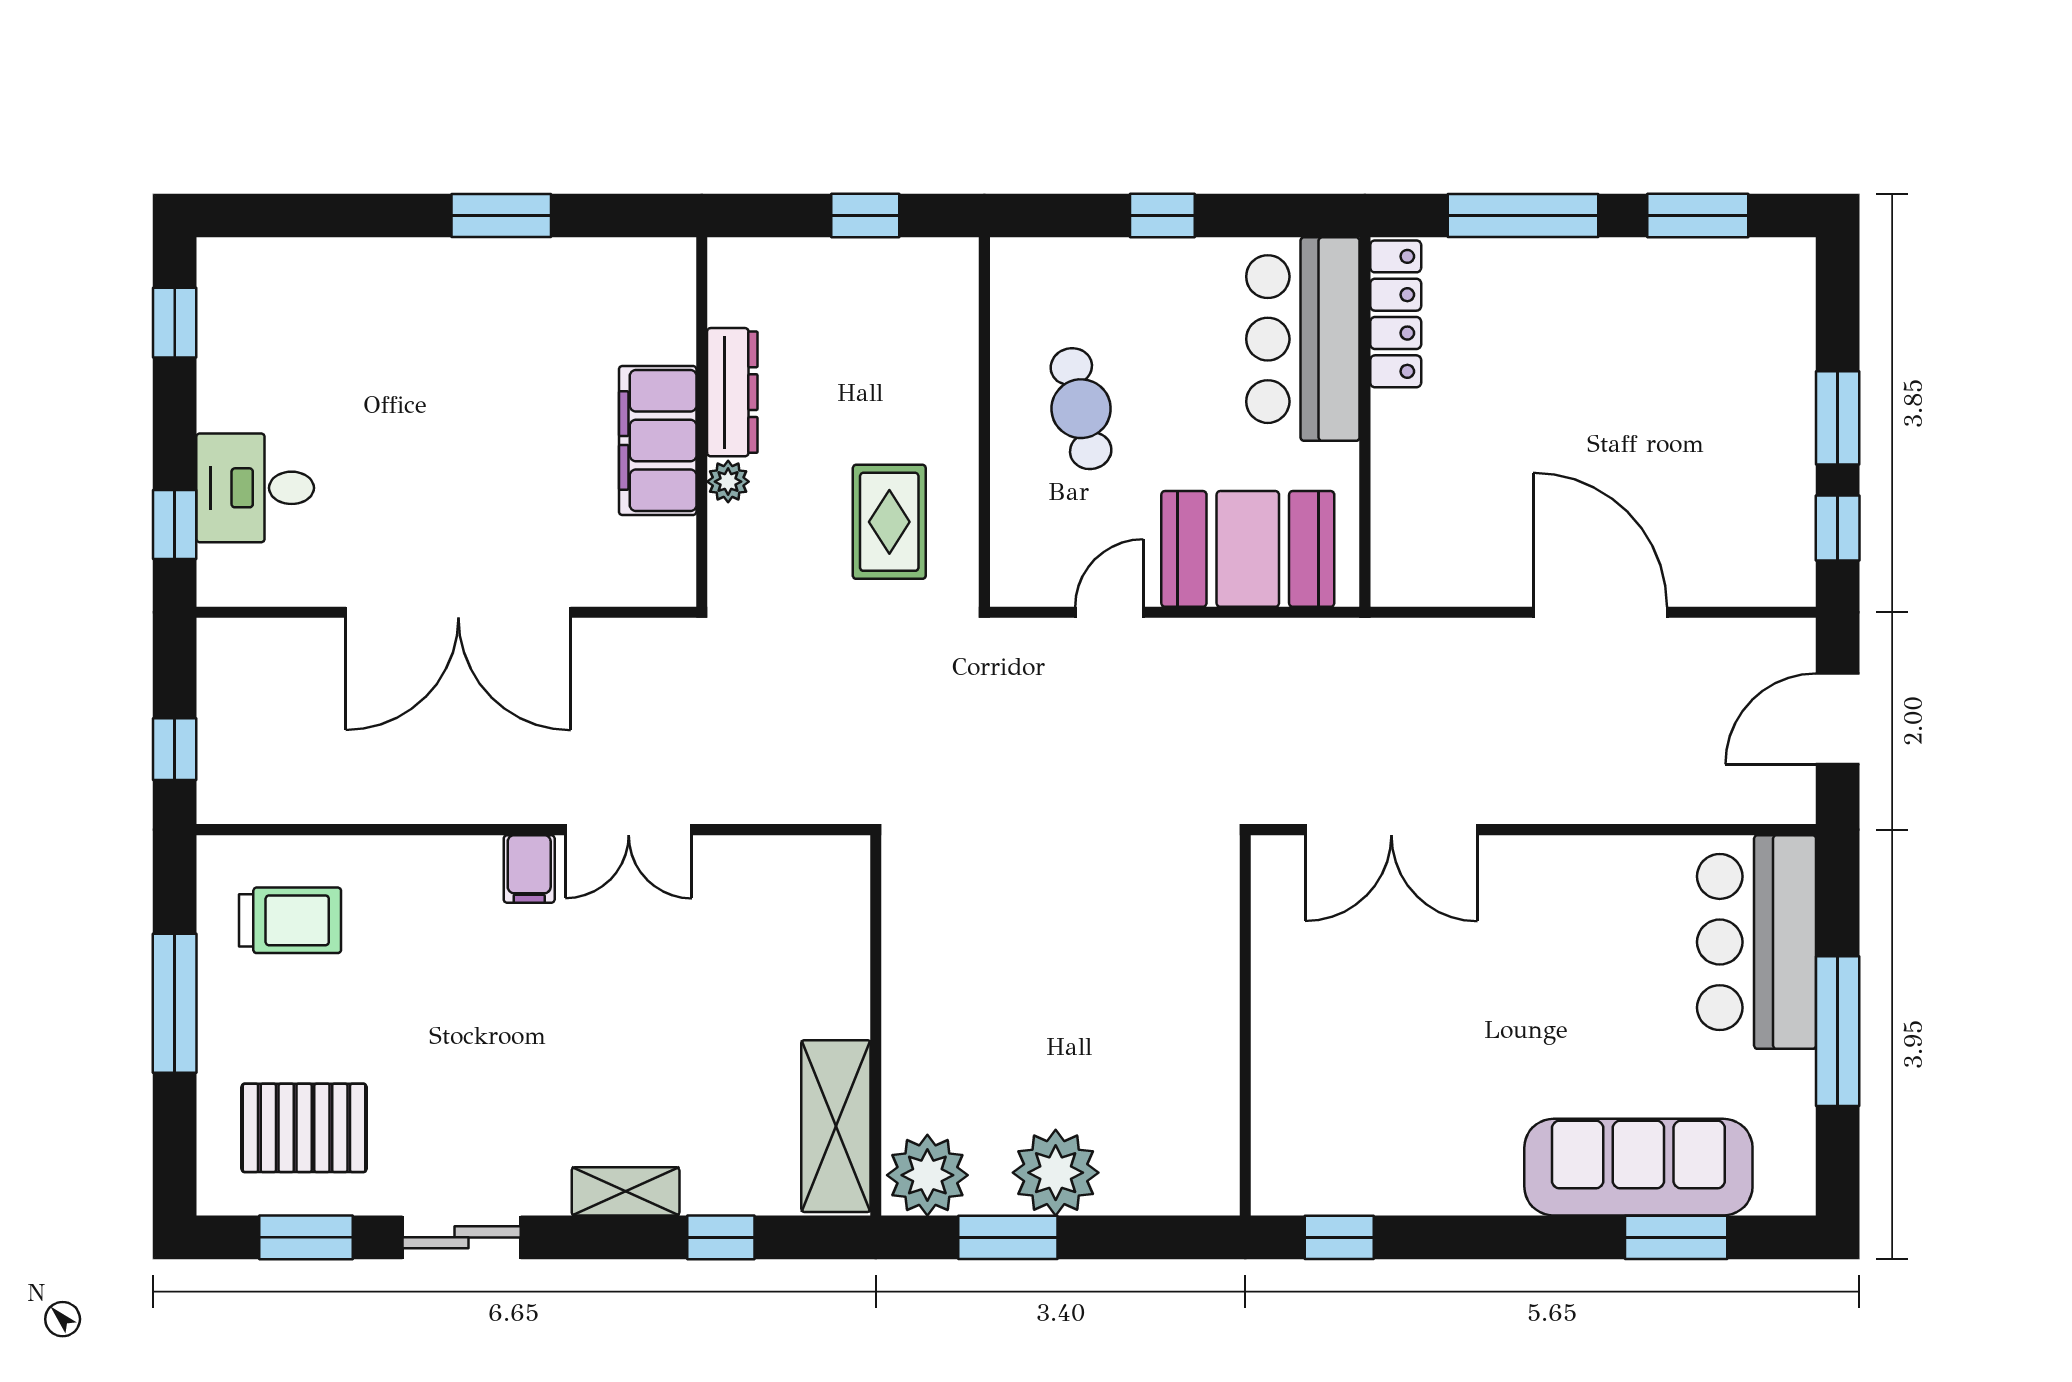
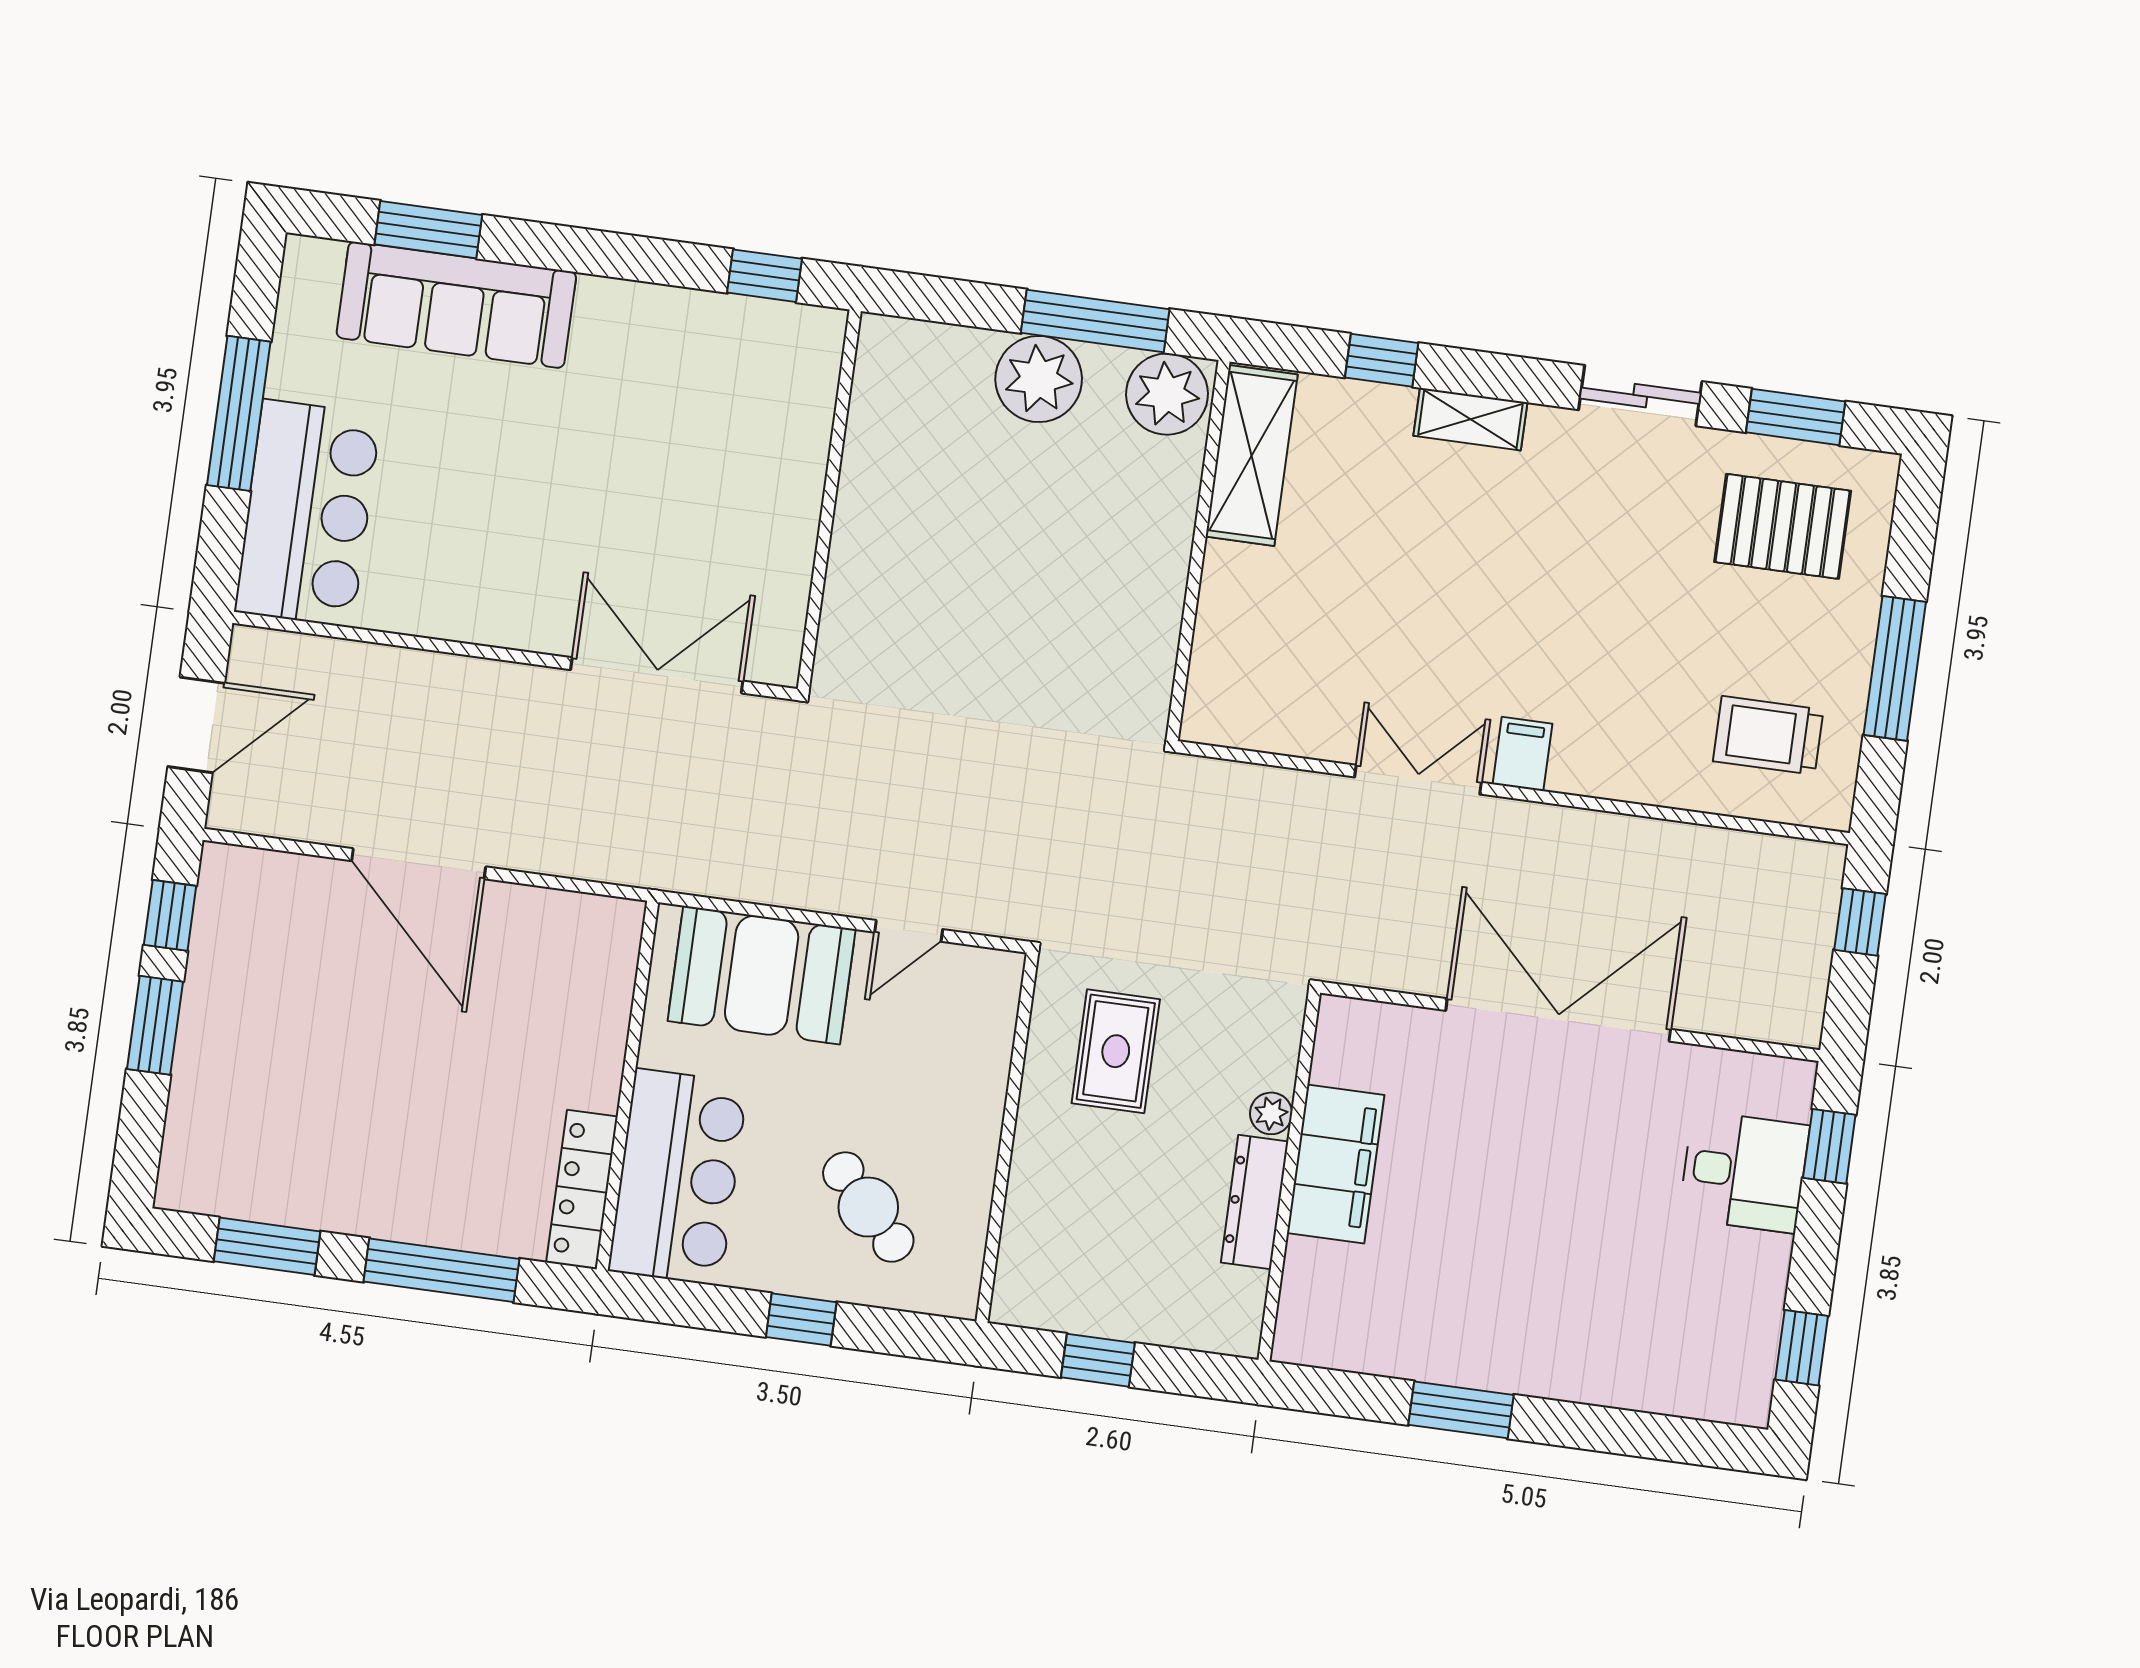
cafe table: (1081, 409) -> (868, 1207), moved, turned -30
window: (1008, 1237) -> (1095, 321), width x1.44

